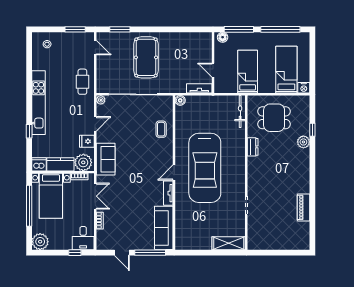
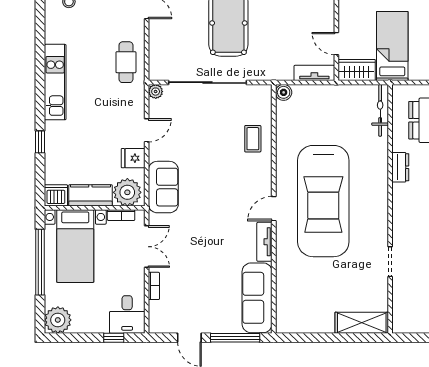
wardrobe: (226, 87) -> (357, 70), added
kitchen unit: (38, 103) -> (55, 82), width x0.73

